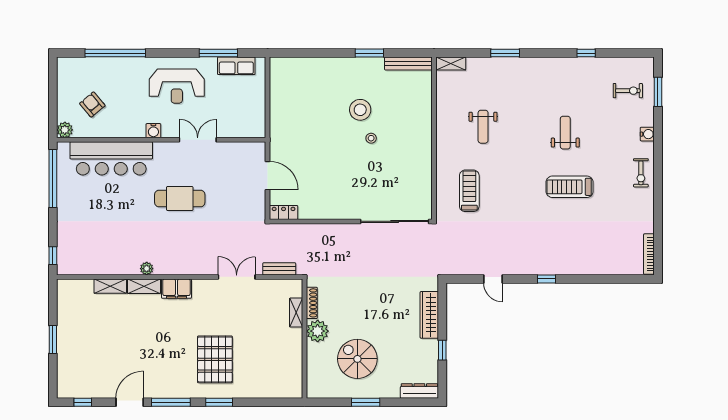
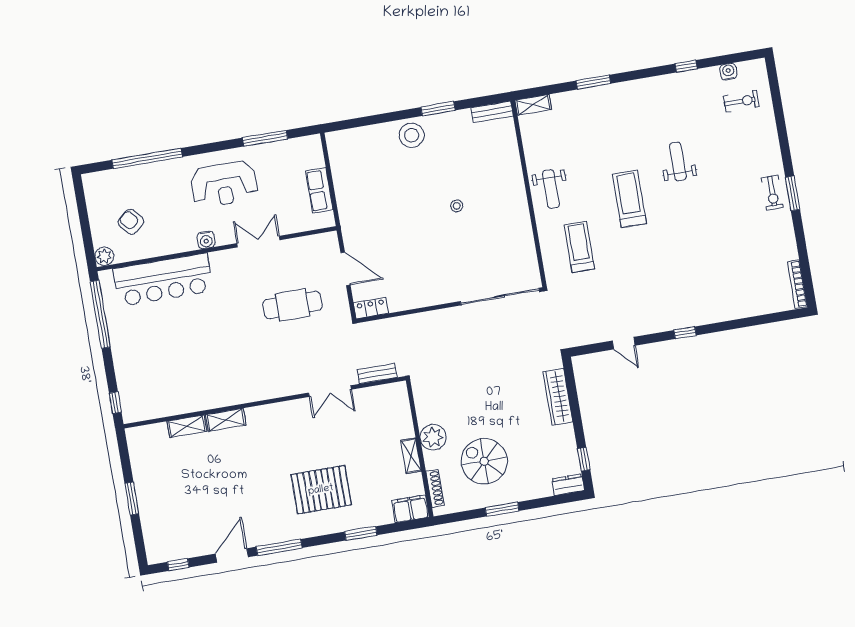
bench: (408, 63) -> (492, 112), width x0.73
row of seats: (236, 66) -> (319, 190), moved, turned 90
window: (658, 92) -> (793, 193), moved
stool: (360, 110) -> (412, 135), moved
weight bench: (483, 127) -> (551, 189), moved
water cooler: (647, 134) -> (728, 72), moved, turned -90
treadmill: (570, 187) -> (629, 199), moved, turned 90
cafe table: (180, 199) -> (292, 305), moved
plant: (147, 269) -> (225, 399), removed
double door: (237, 277) -> (330, 391), swing flipped
filing cabinet: (176, 289) -> (410, 509), moved, turned 180
shoe rack: (312, 303) -> (435, 488), moved
shelving: (296, 313) -> (411, 456), moved
window: (442, 350) -> (584, 459), moved
pallet: (215, 359) -> (321, 490), turned 90
dresser: (419, 391) -> (568, 485), width x0.70
window: (219, 402) -> (361, 533), moved

